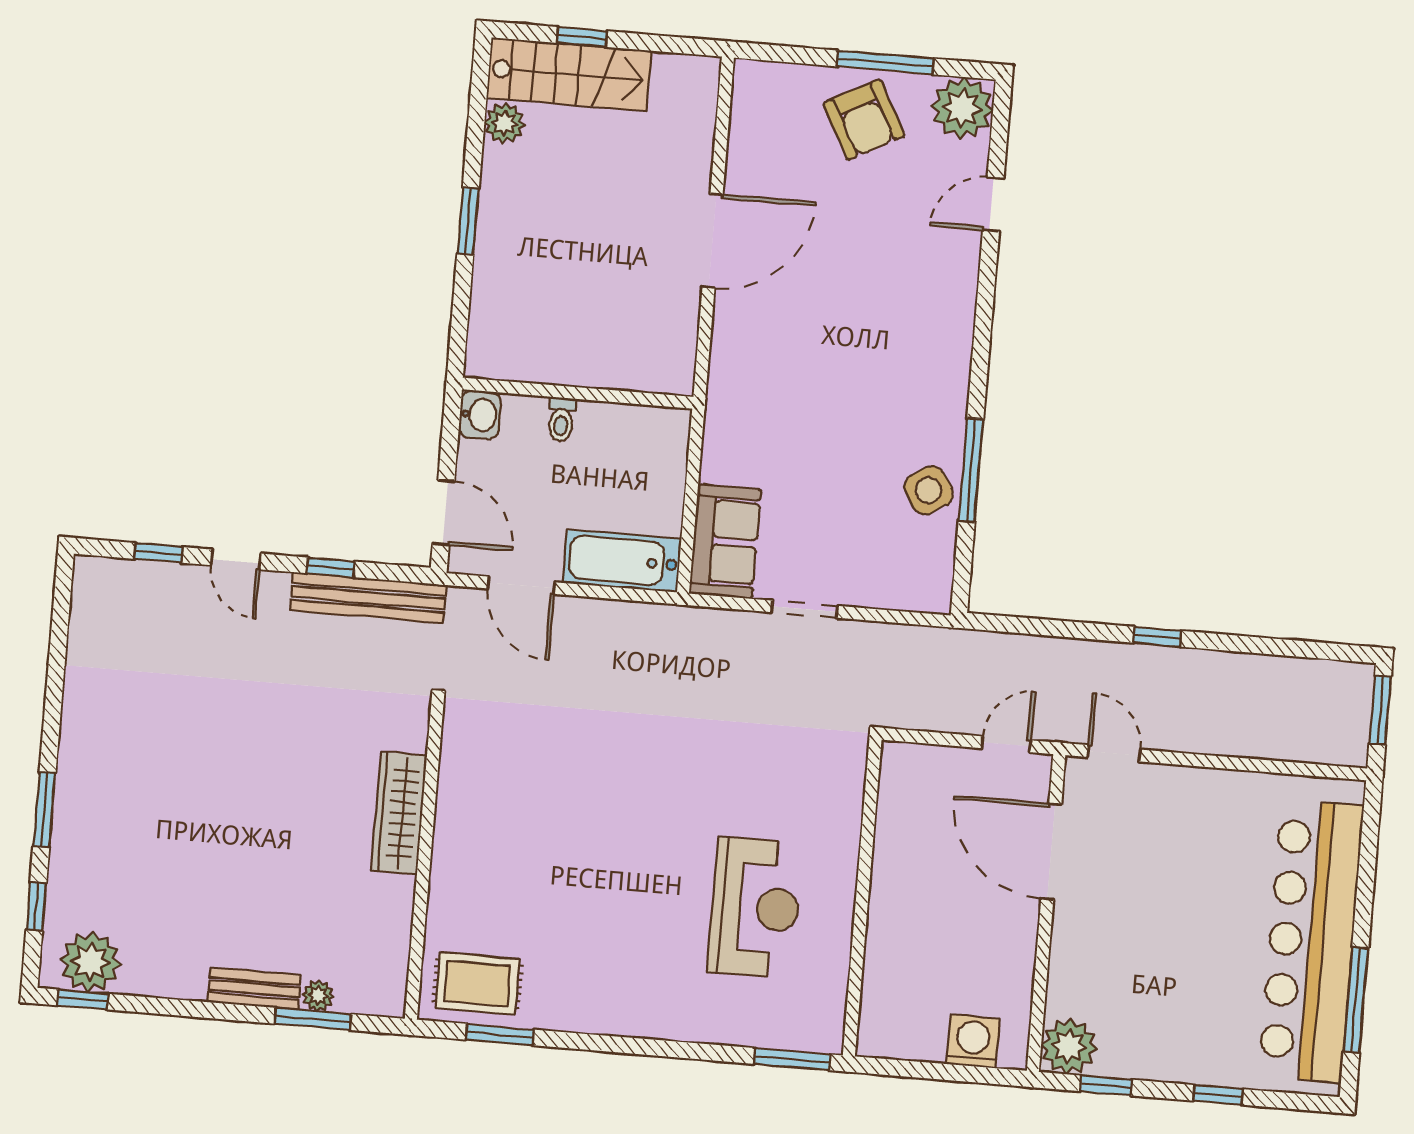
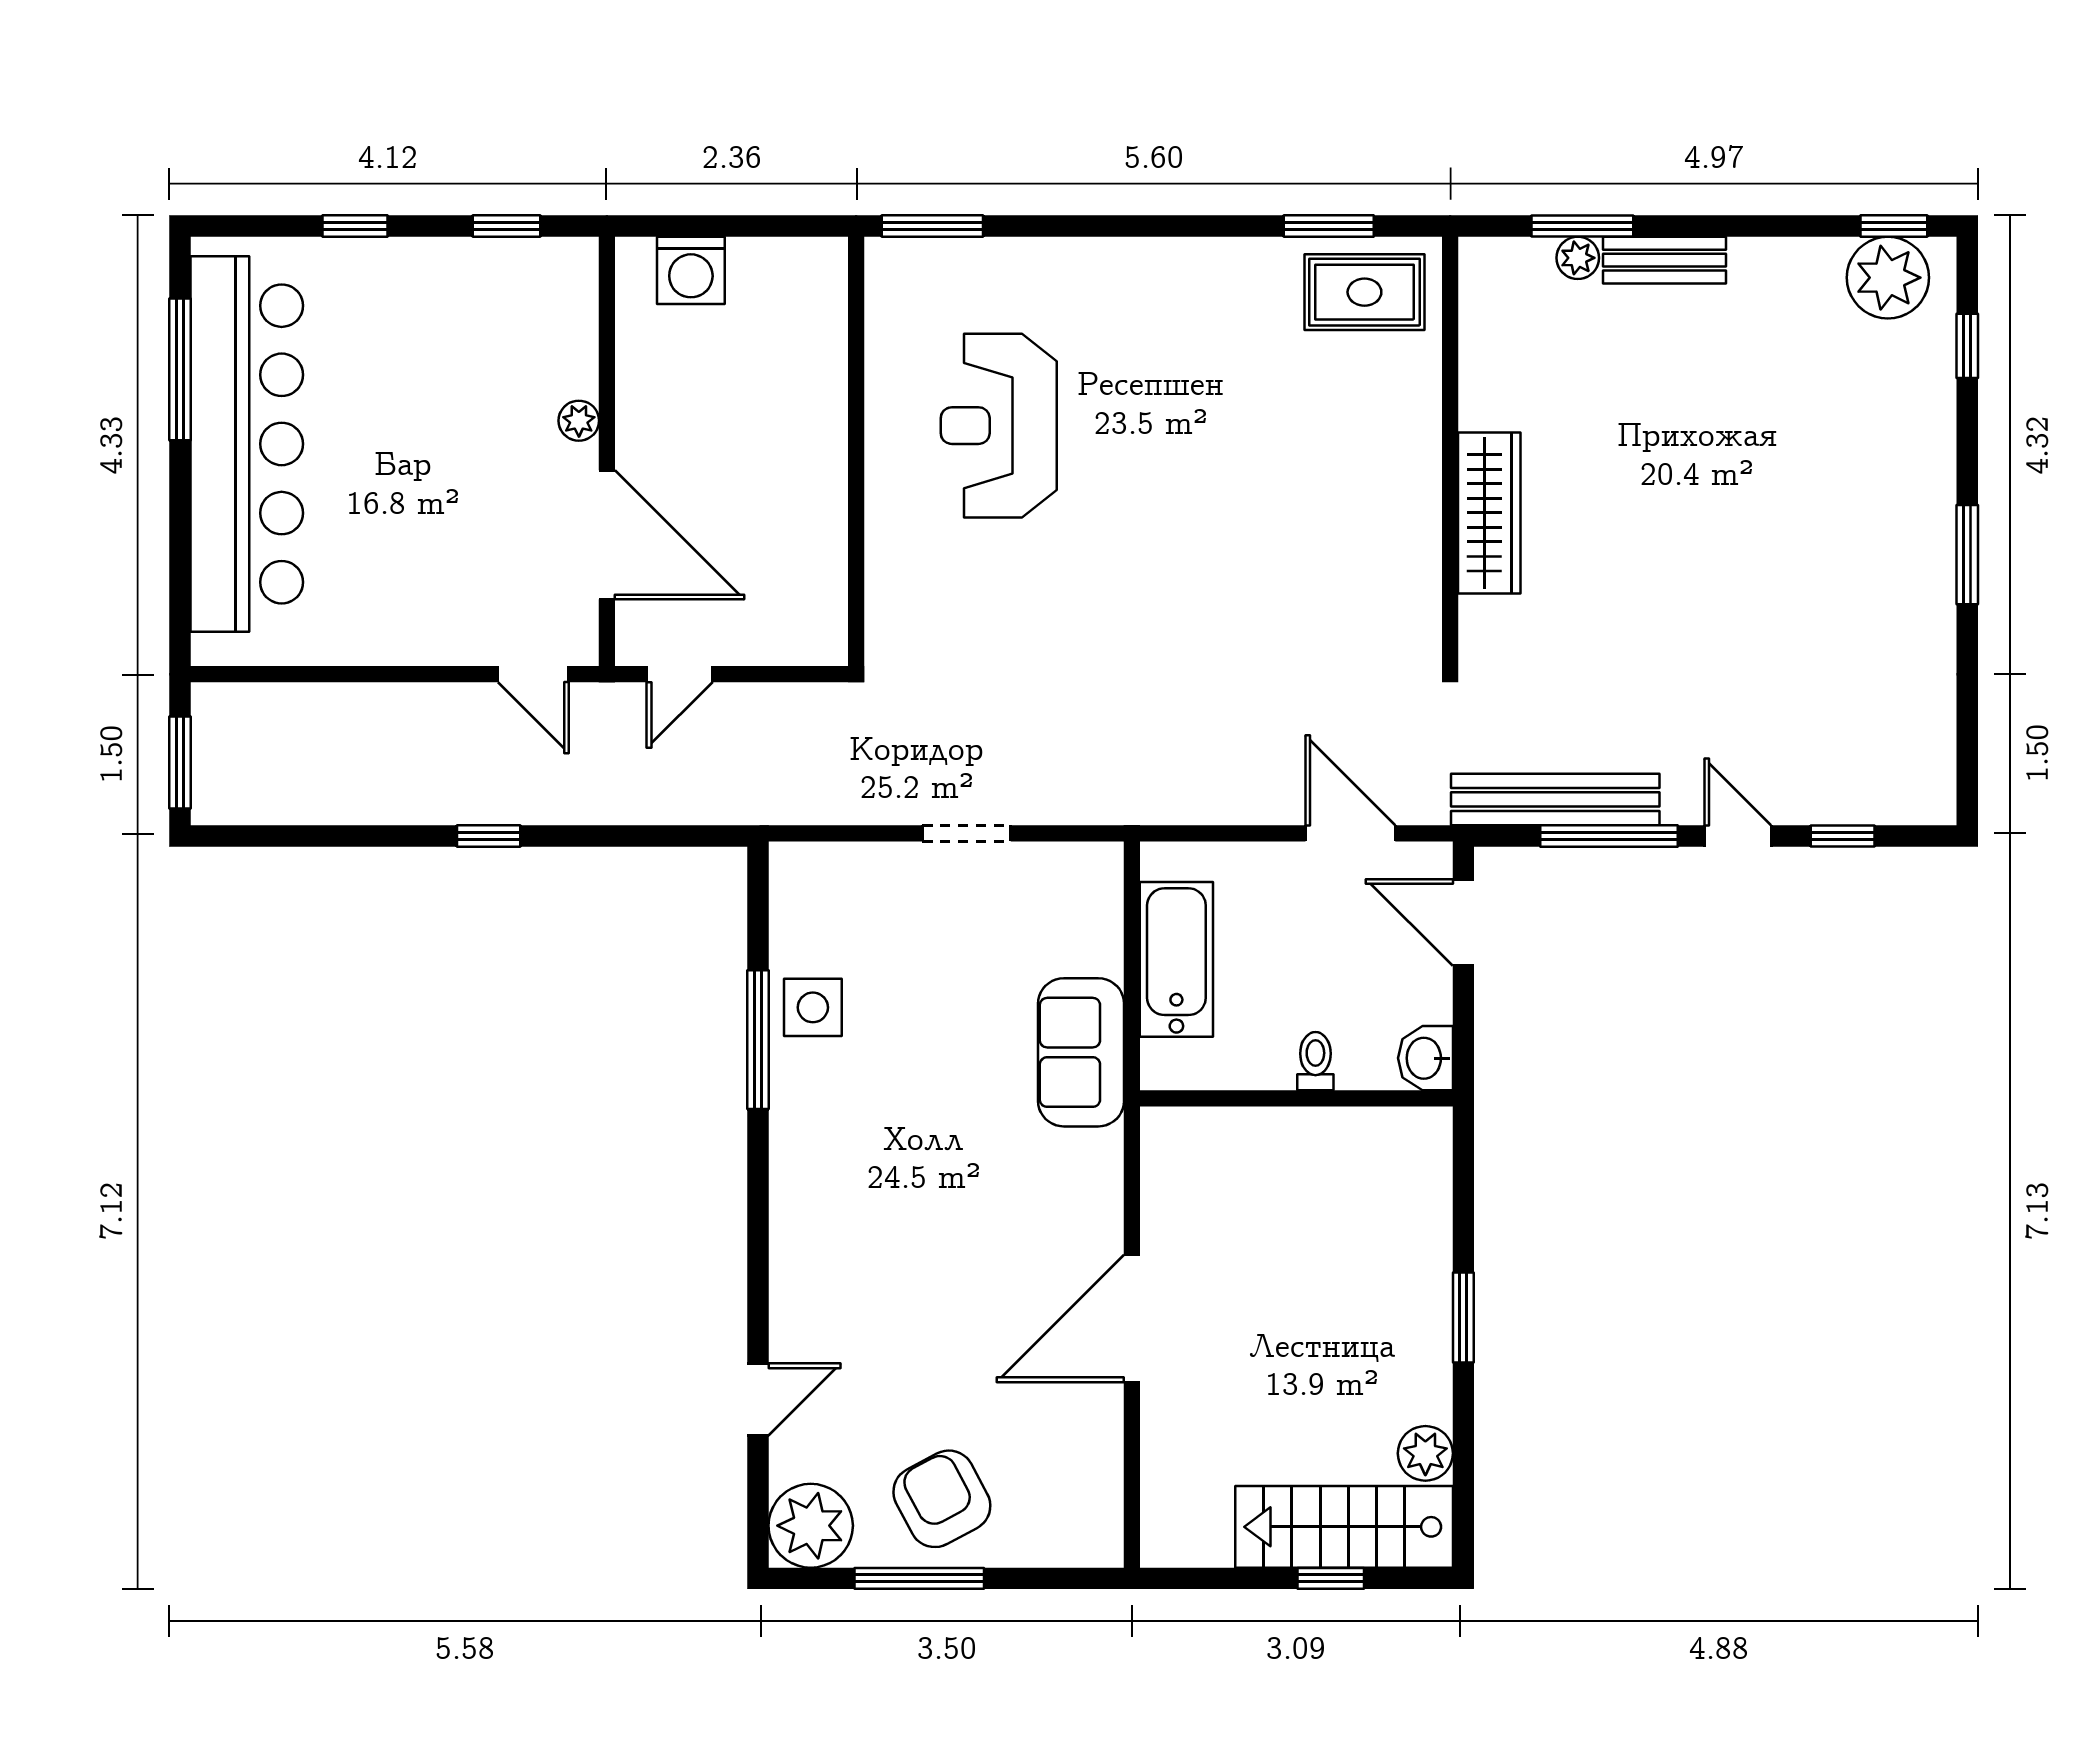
side table: (929, 490) -> (813, 1007), turned 32
sofa: (725, 541) -> (1081, 1052), moved
bathtub: (622, 561) -> (1176, 959), moved, turned -90
window: (331, 567) -> (1609, 836), width x2.17
window: (44, 809) -> (1967, 555), moved
plant: (1069, 1046) -> (579, 421), moved, width x0.53, depth x0.53

